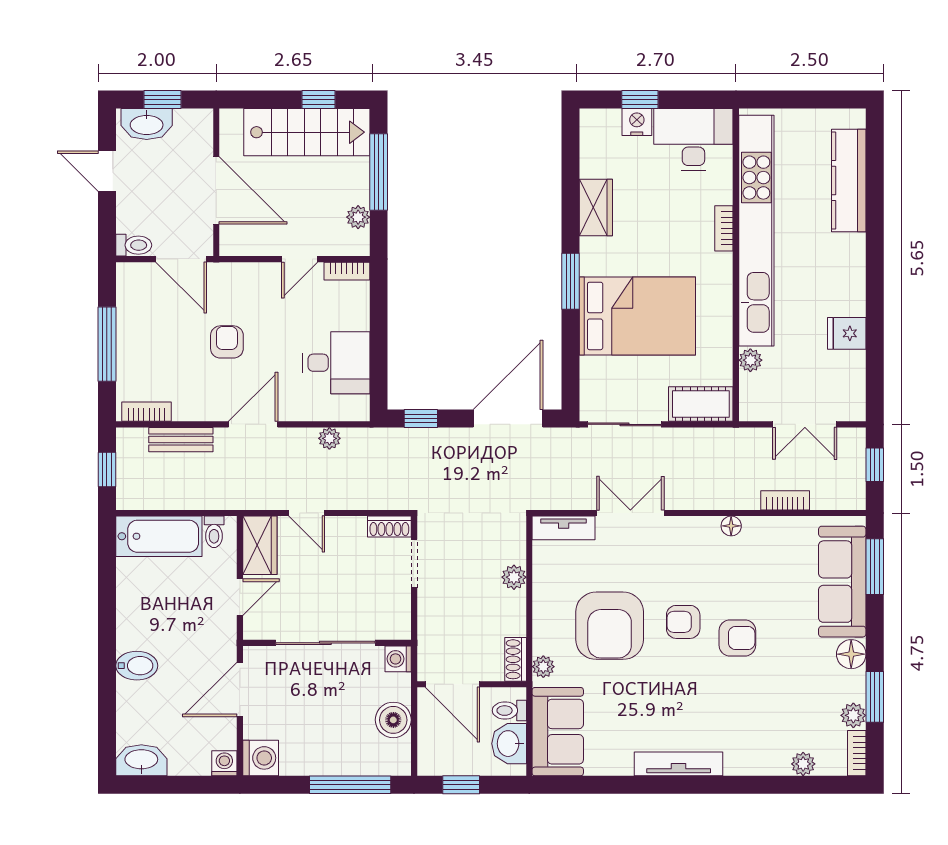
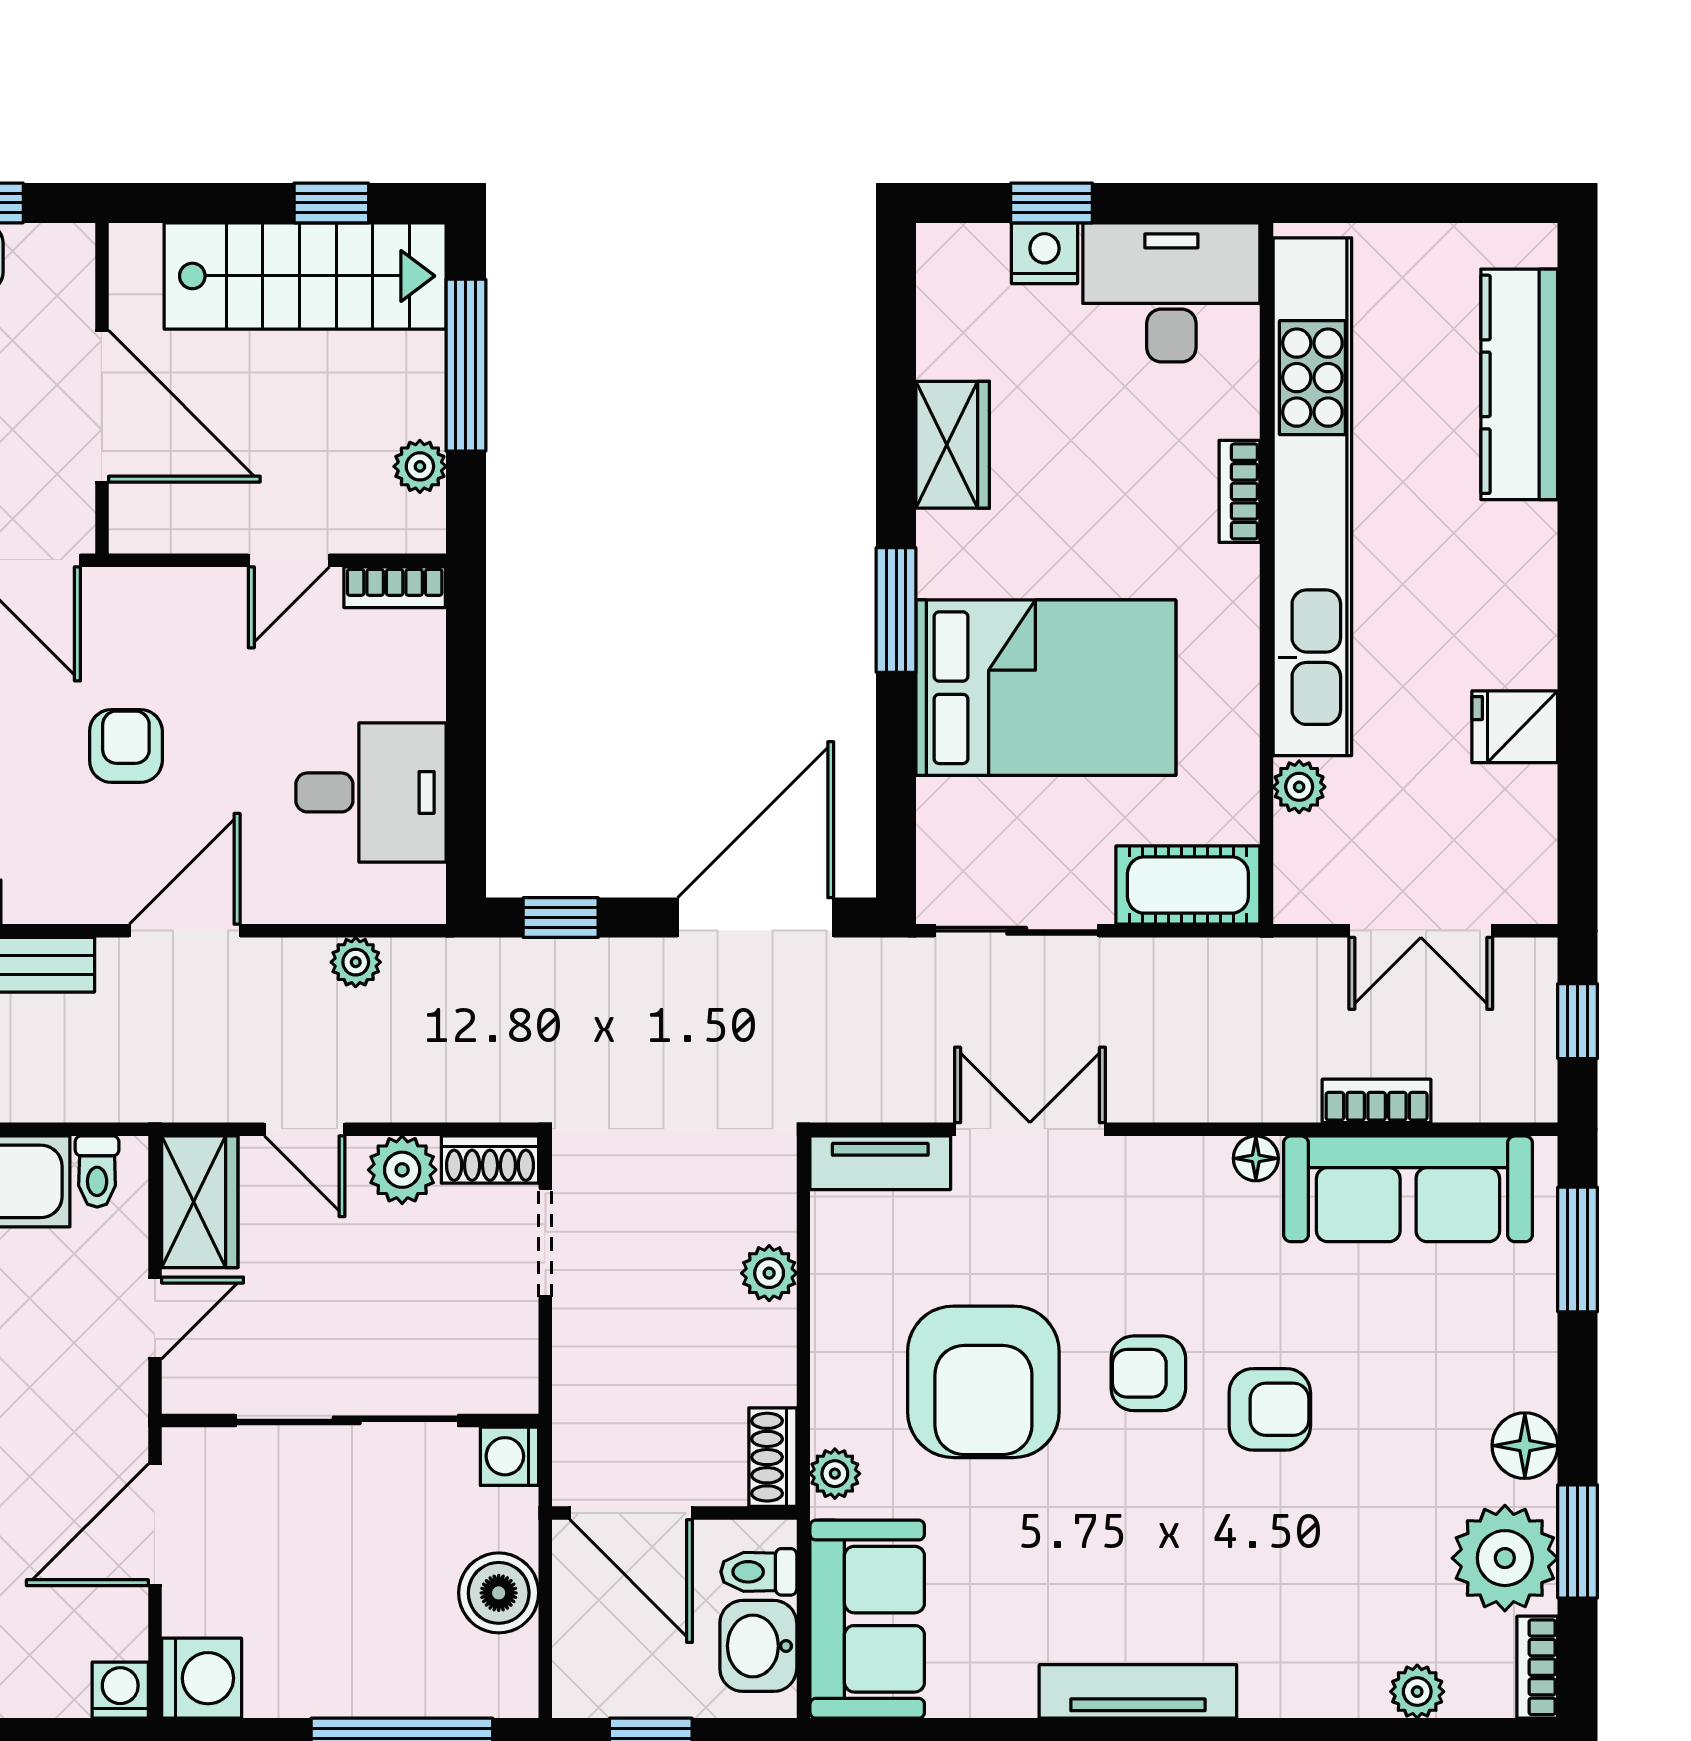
plant: (350, 531) -> (402, 1170), added
sofa: (842, 582) -> (1408, 1189), moved, turned -90
plant: (853, 715) -> (1505, 1558), width x1.87, depth x1.87

